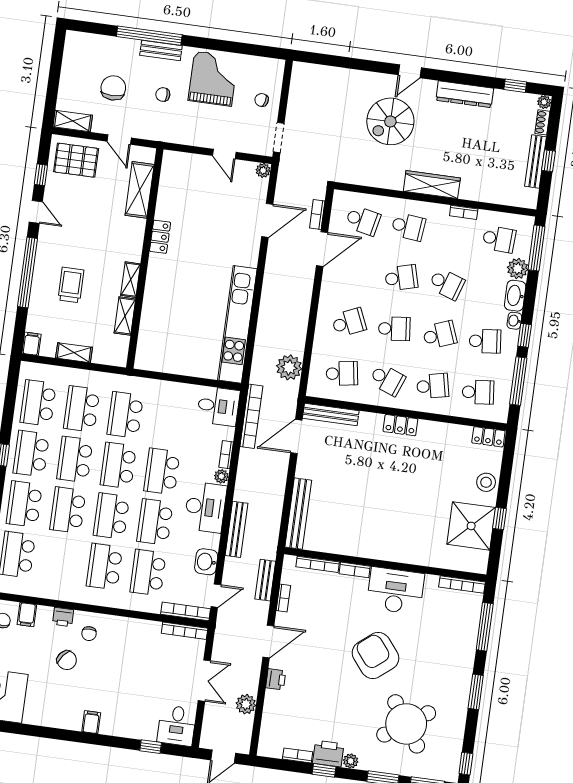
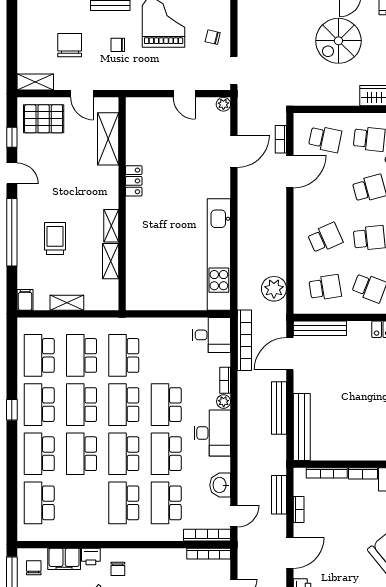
bench: (236, 529) -> (279, 408), moved
filing cabinet: (27, 615) -> (64, 559), width x2.00

